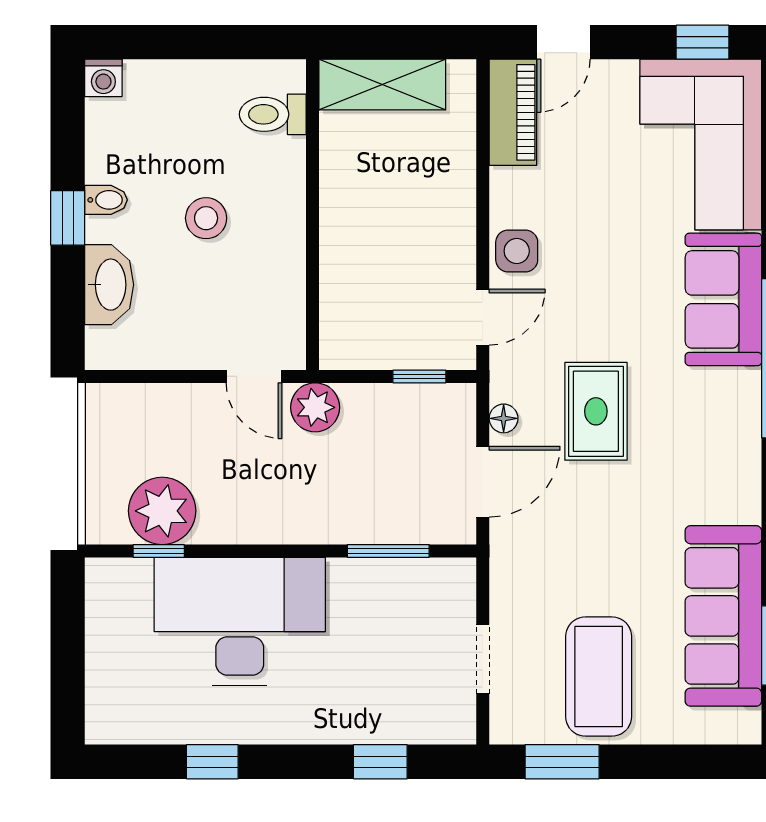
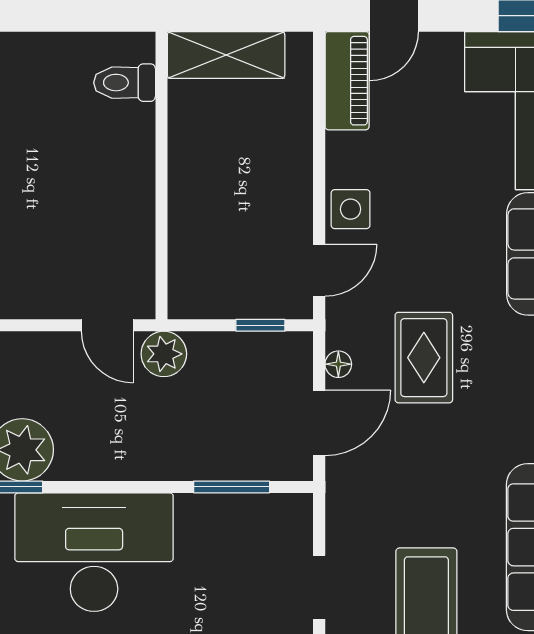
stool: (206, 218) -> (63, 179), removed

